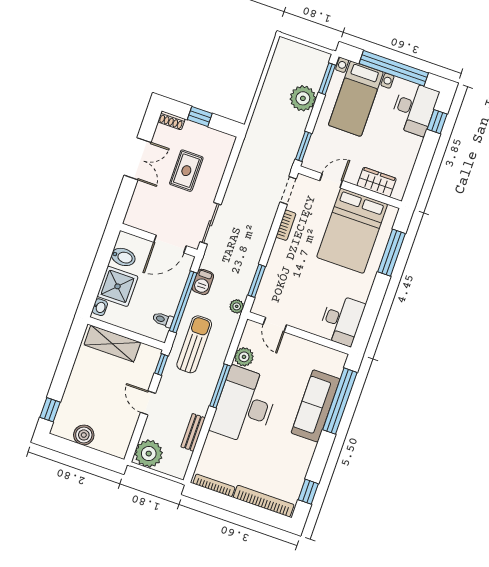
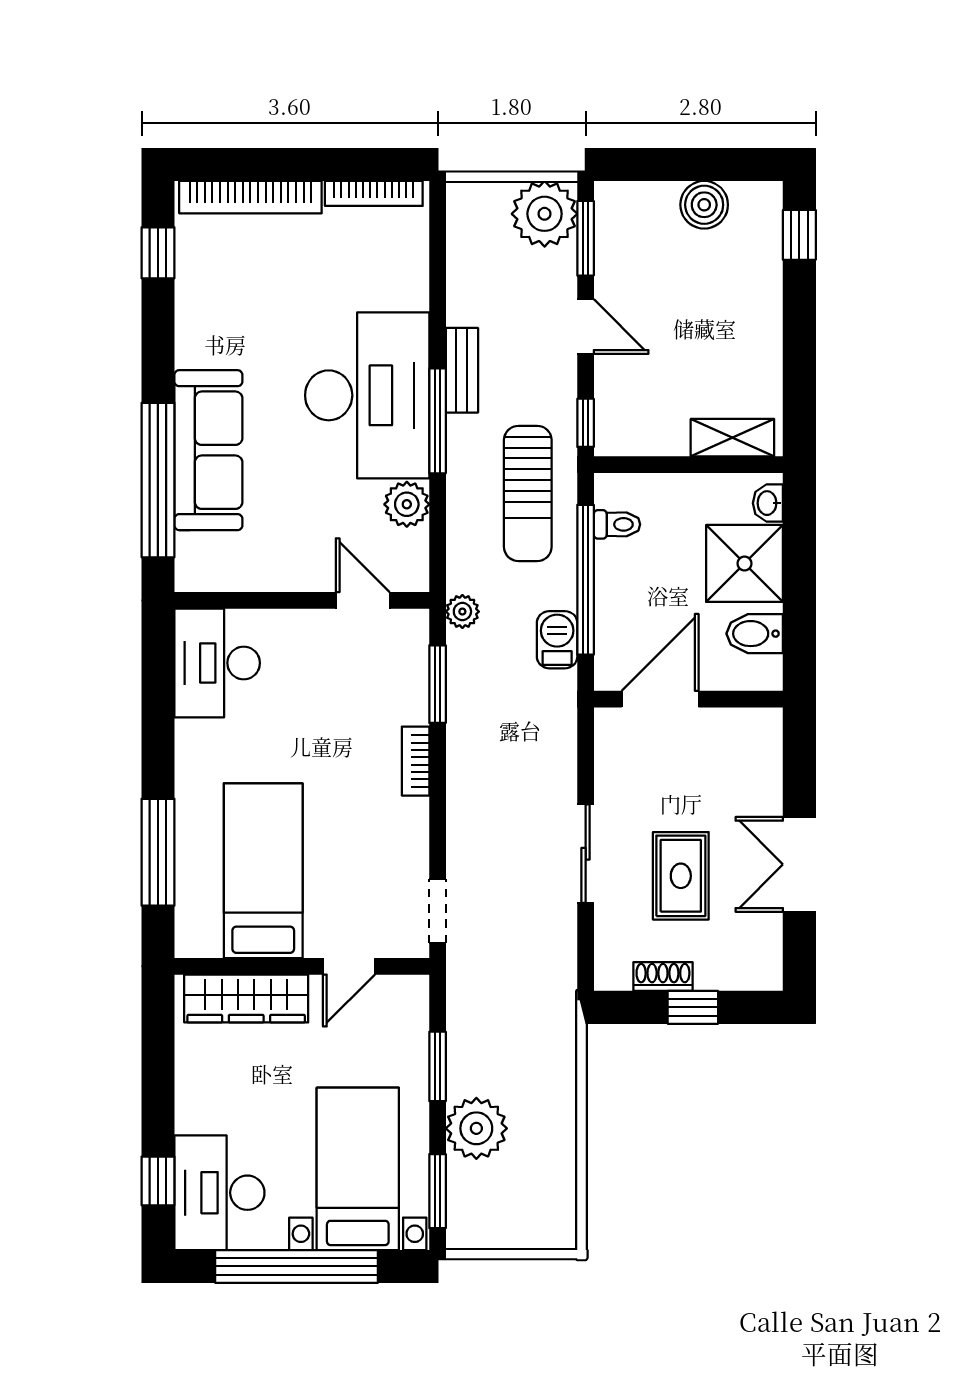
shoe rack: (171, 120) -> (663, 977), moved
window: (303, 146) -> (438, 1066), moved
wardrobe: (377, 182) -> (246, 998), width x1.50
sliding door: (211, 223) -> (586, 854), moved
bookcase: (286, 225) -> (416, 761), moved
bed: (352, 231) -> (263, 871), width x0.67
shelving: (112, 344) -> (732, 438), width x0.67, depth x0.75
bench: (193, 432) -> (462, 370), moved
window: (136, 438) -> (586, 238), added

